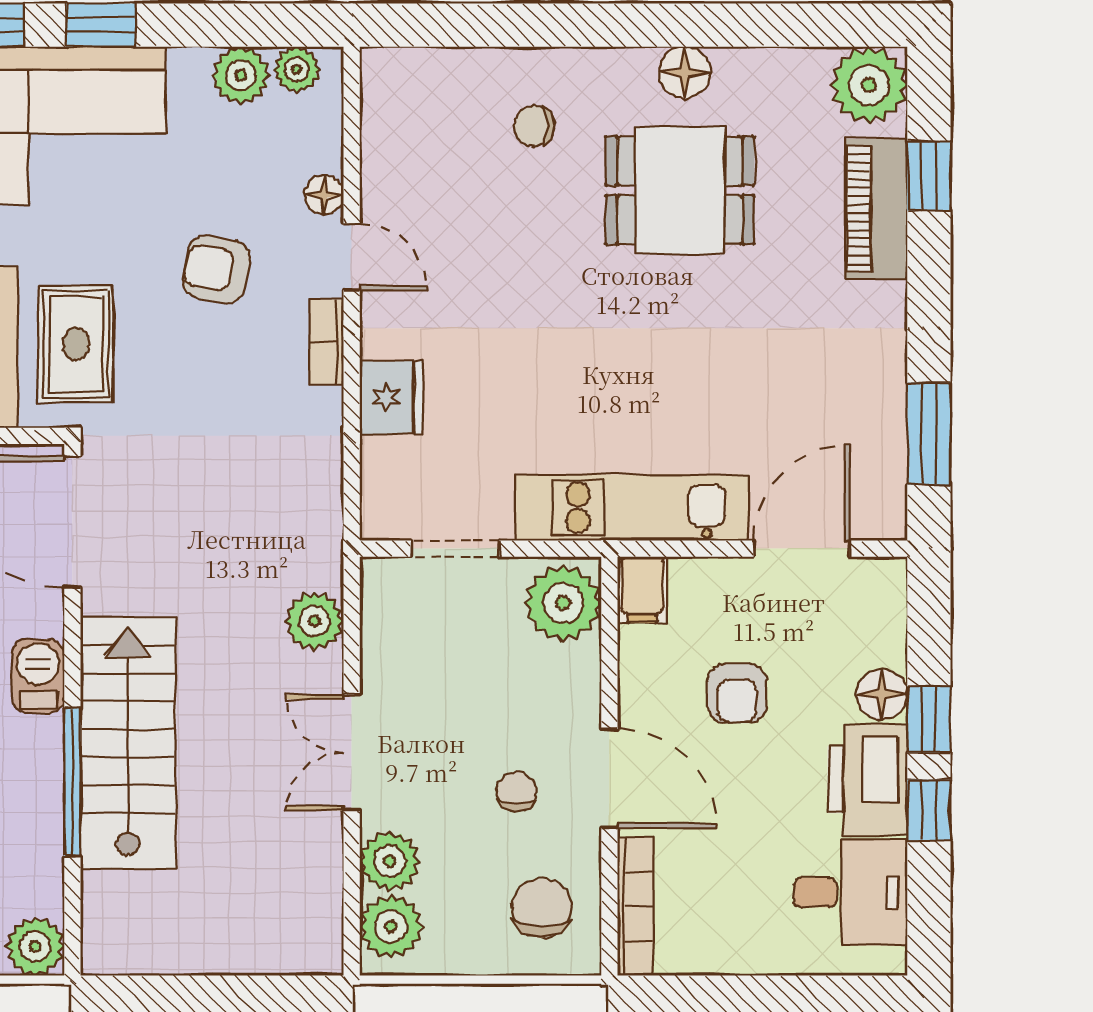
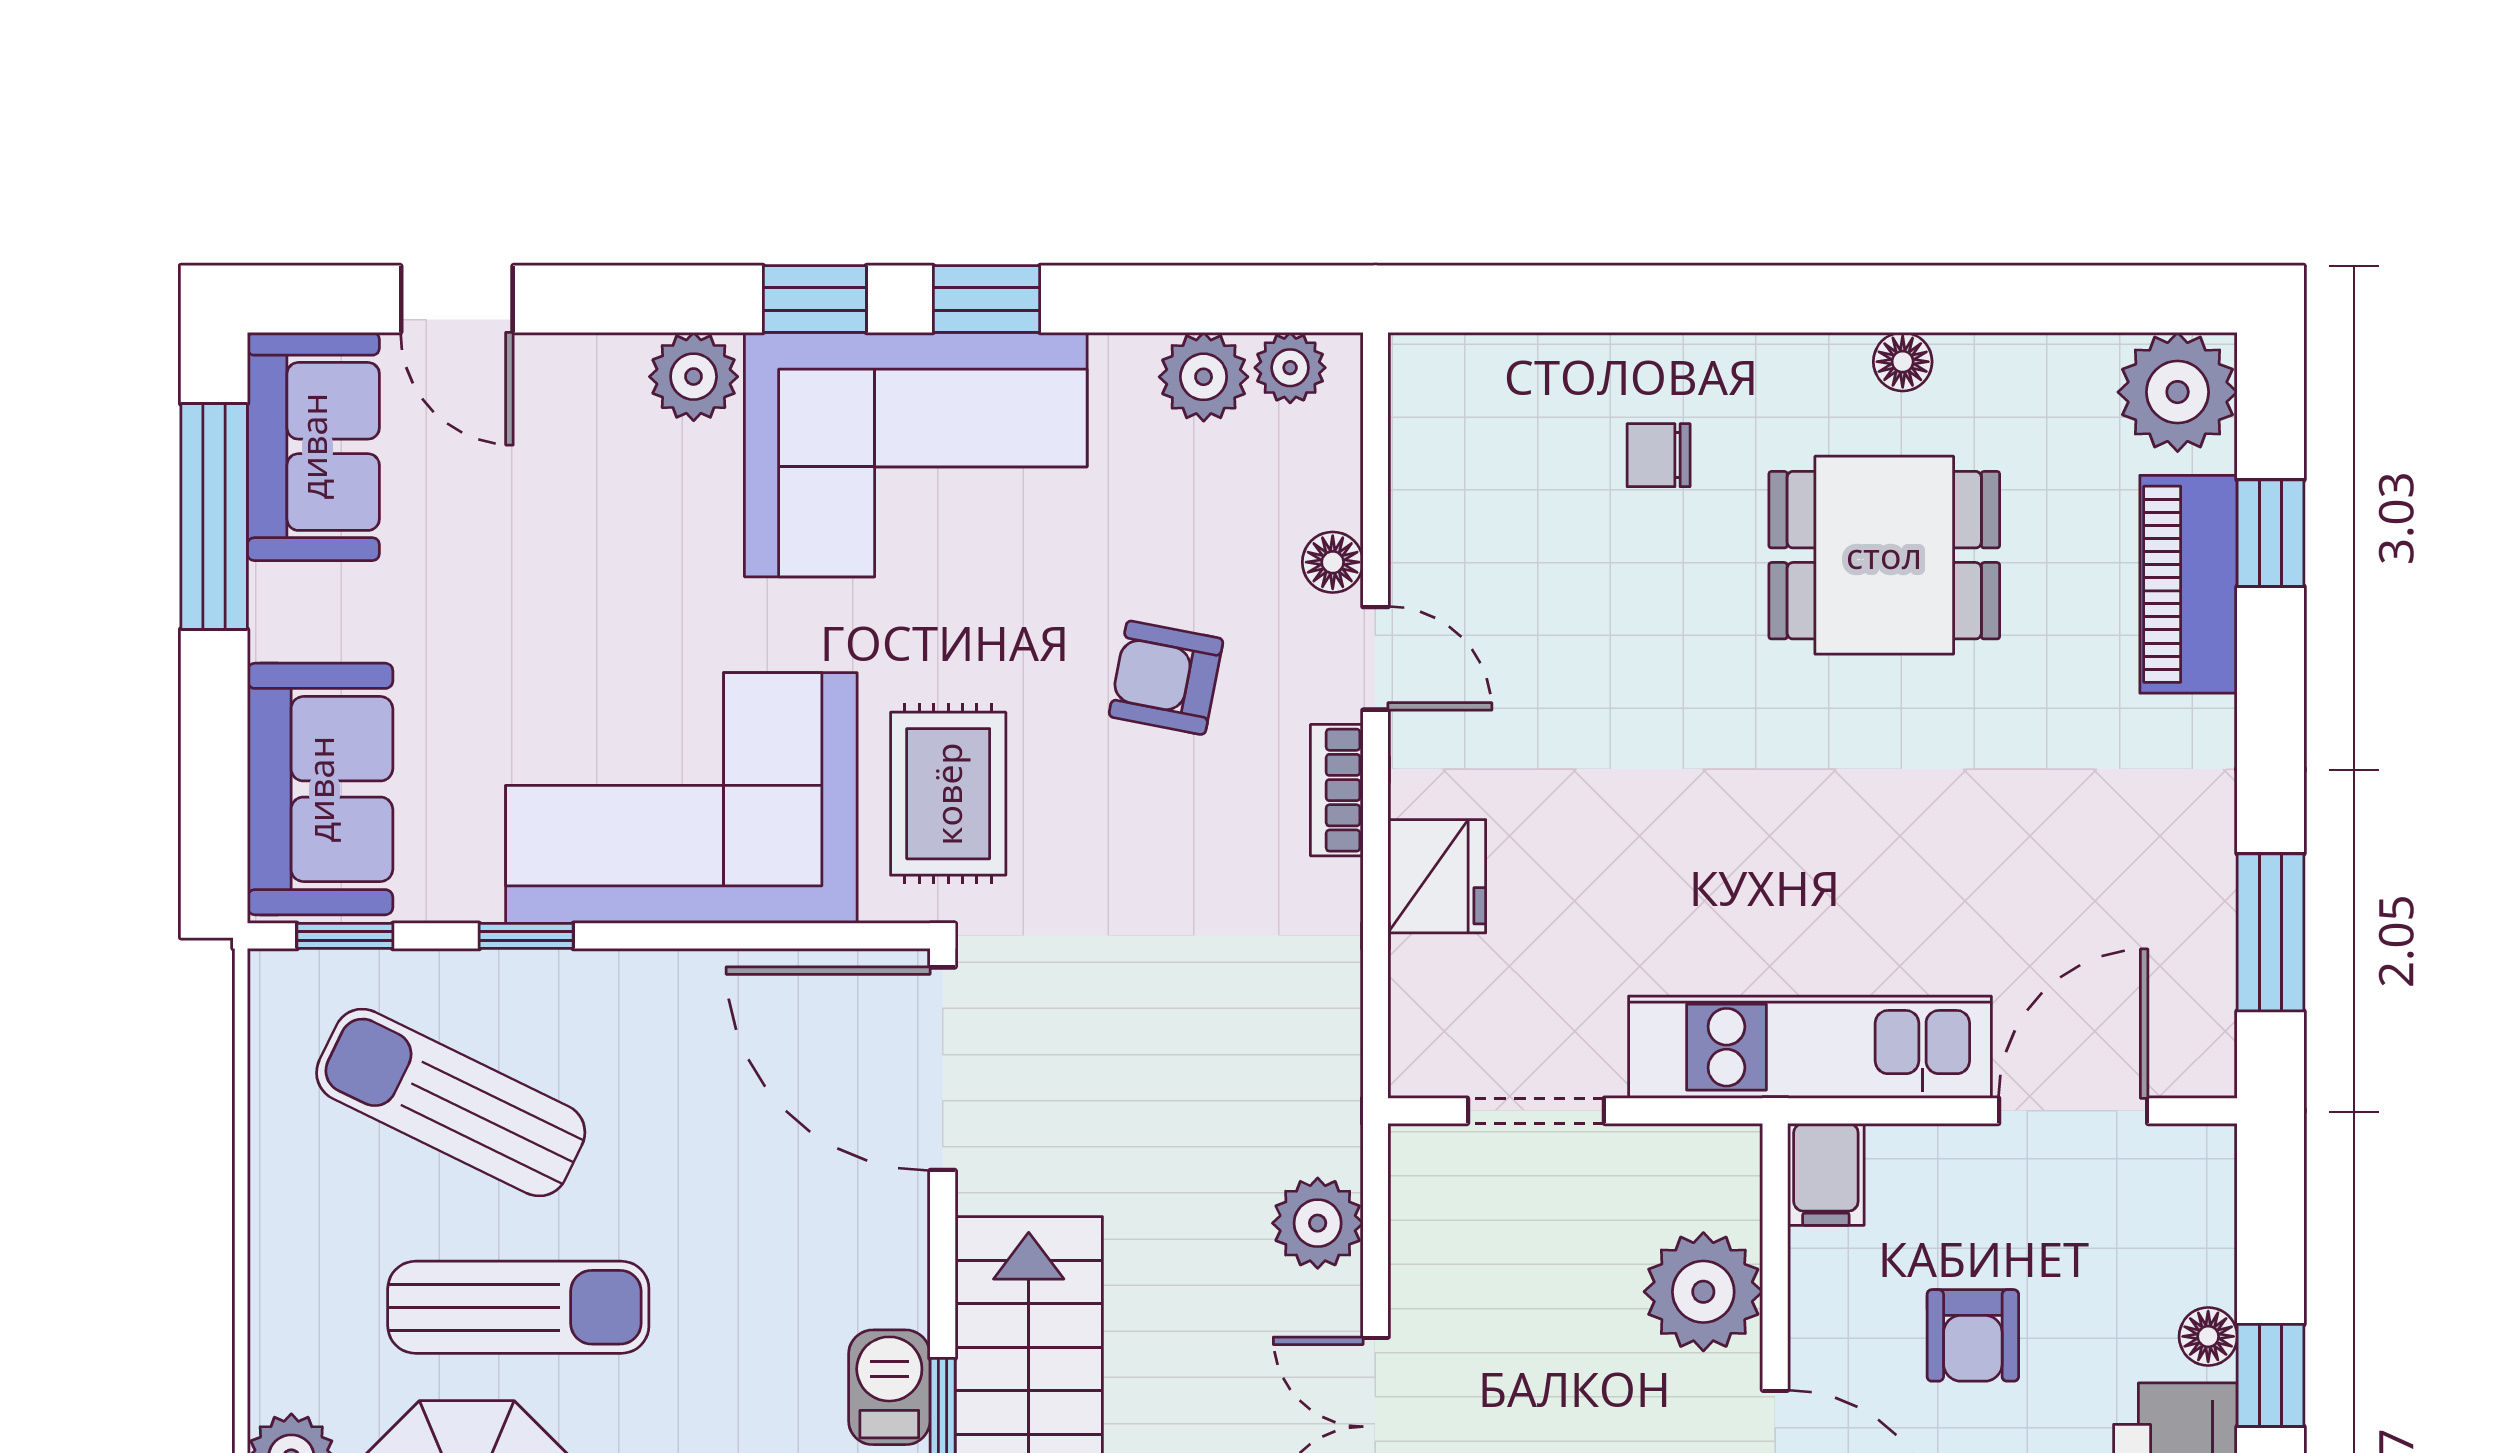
floor lamp: (685, 72) -> (1903, 362), width x0.73, depth x0.73
plant: (563, 603) -> (1703, 1292), moved
barbecue: (38, 676) -> (889, 1387), moved
floor lamp: (882, 694) -> (2208, 1336), width x0.73, depth x0.73

